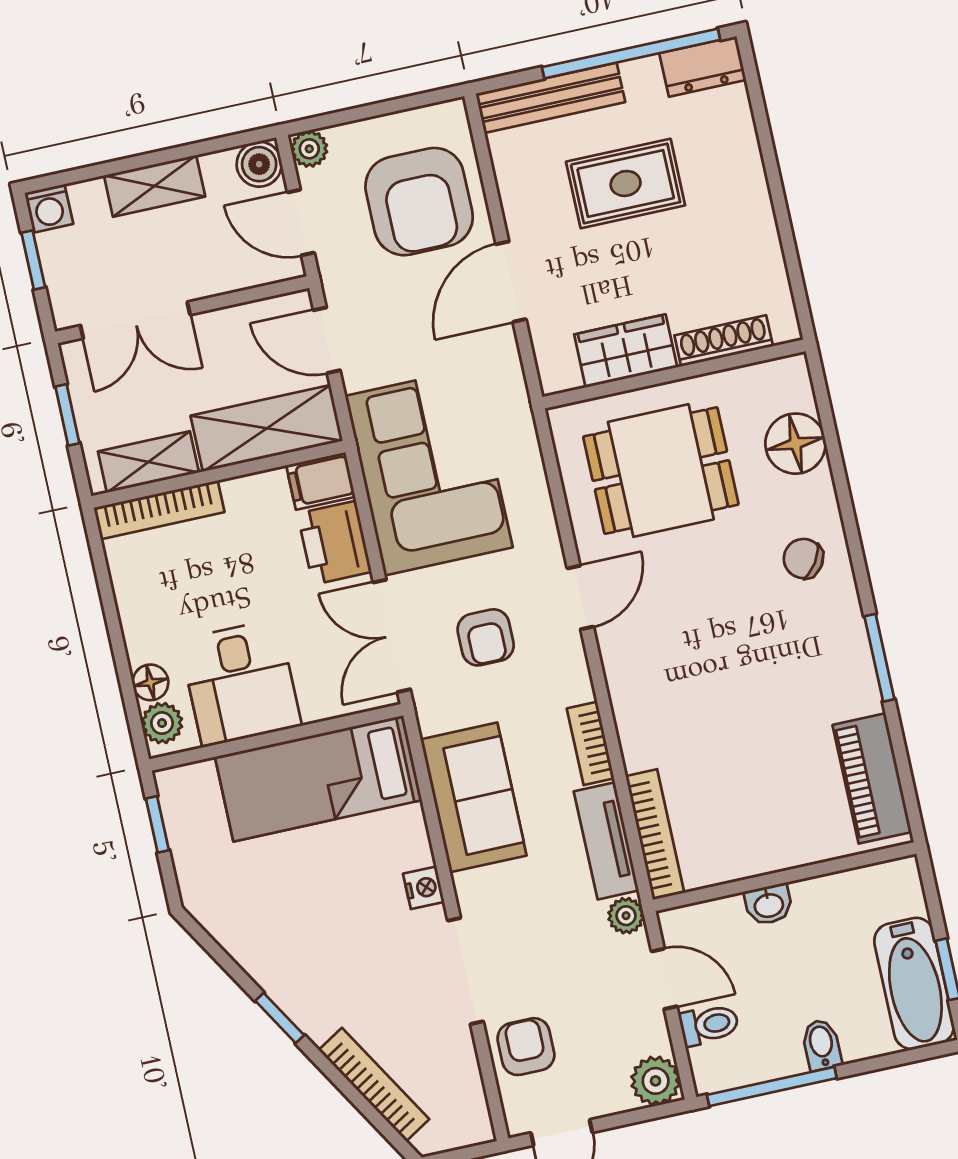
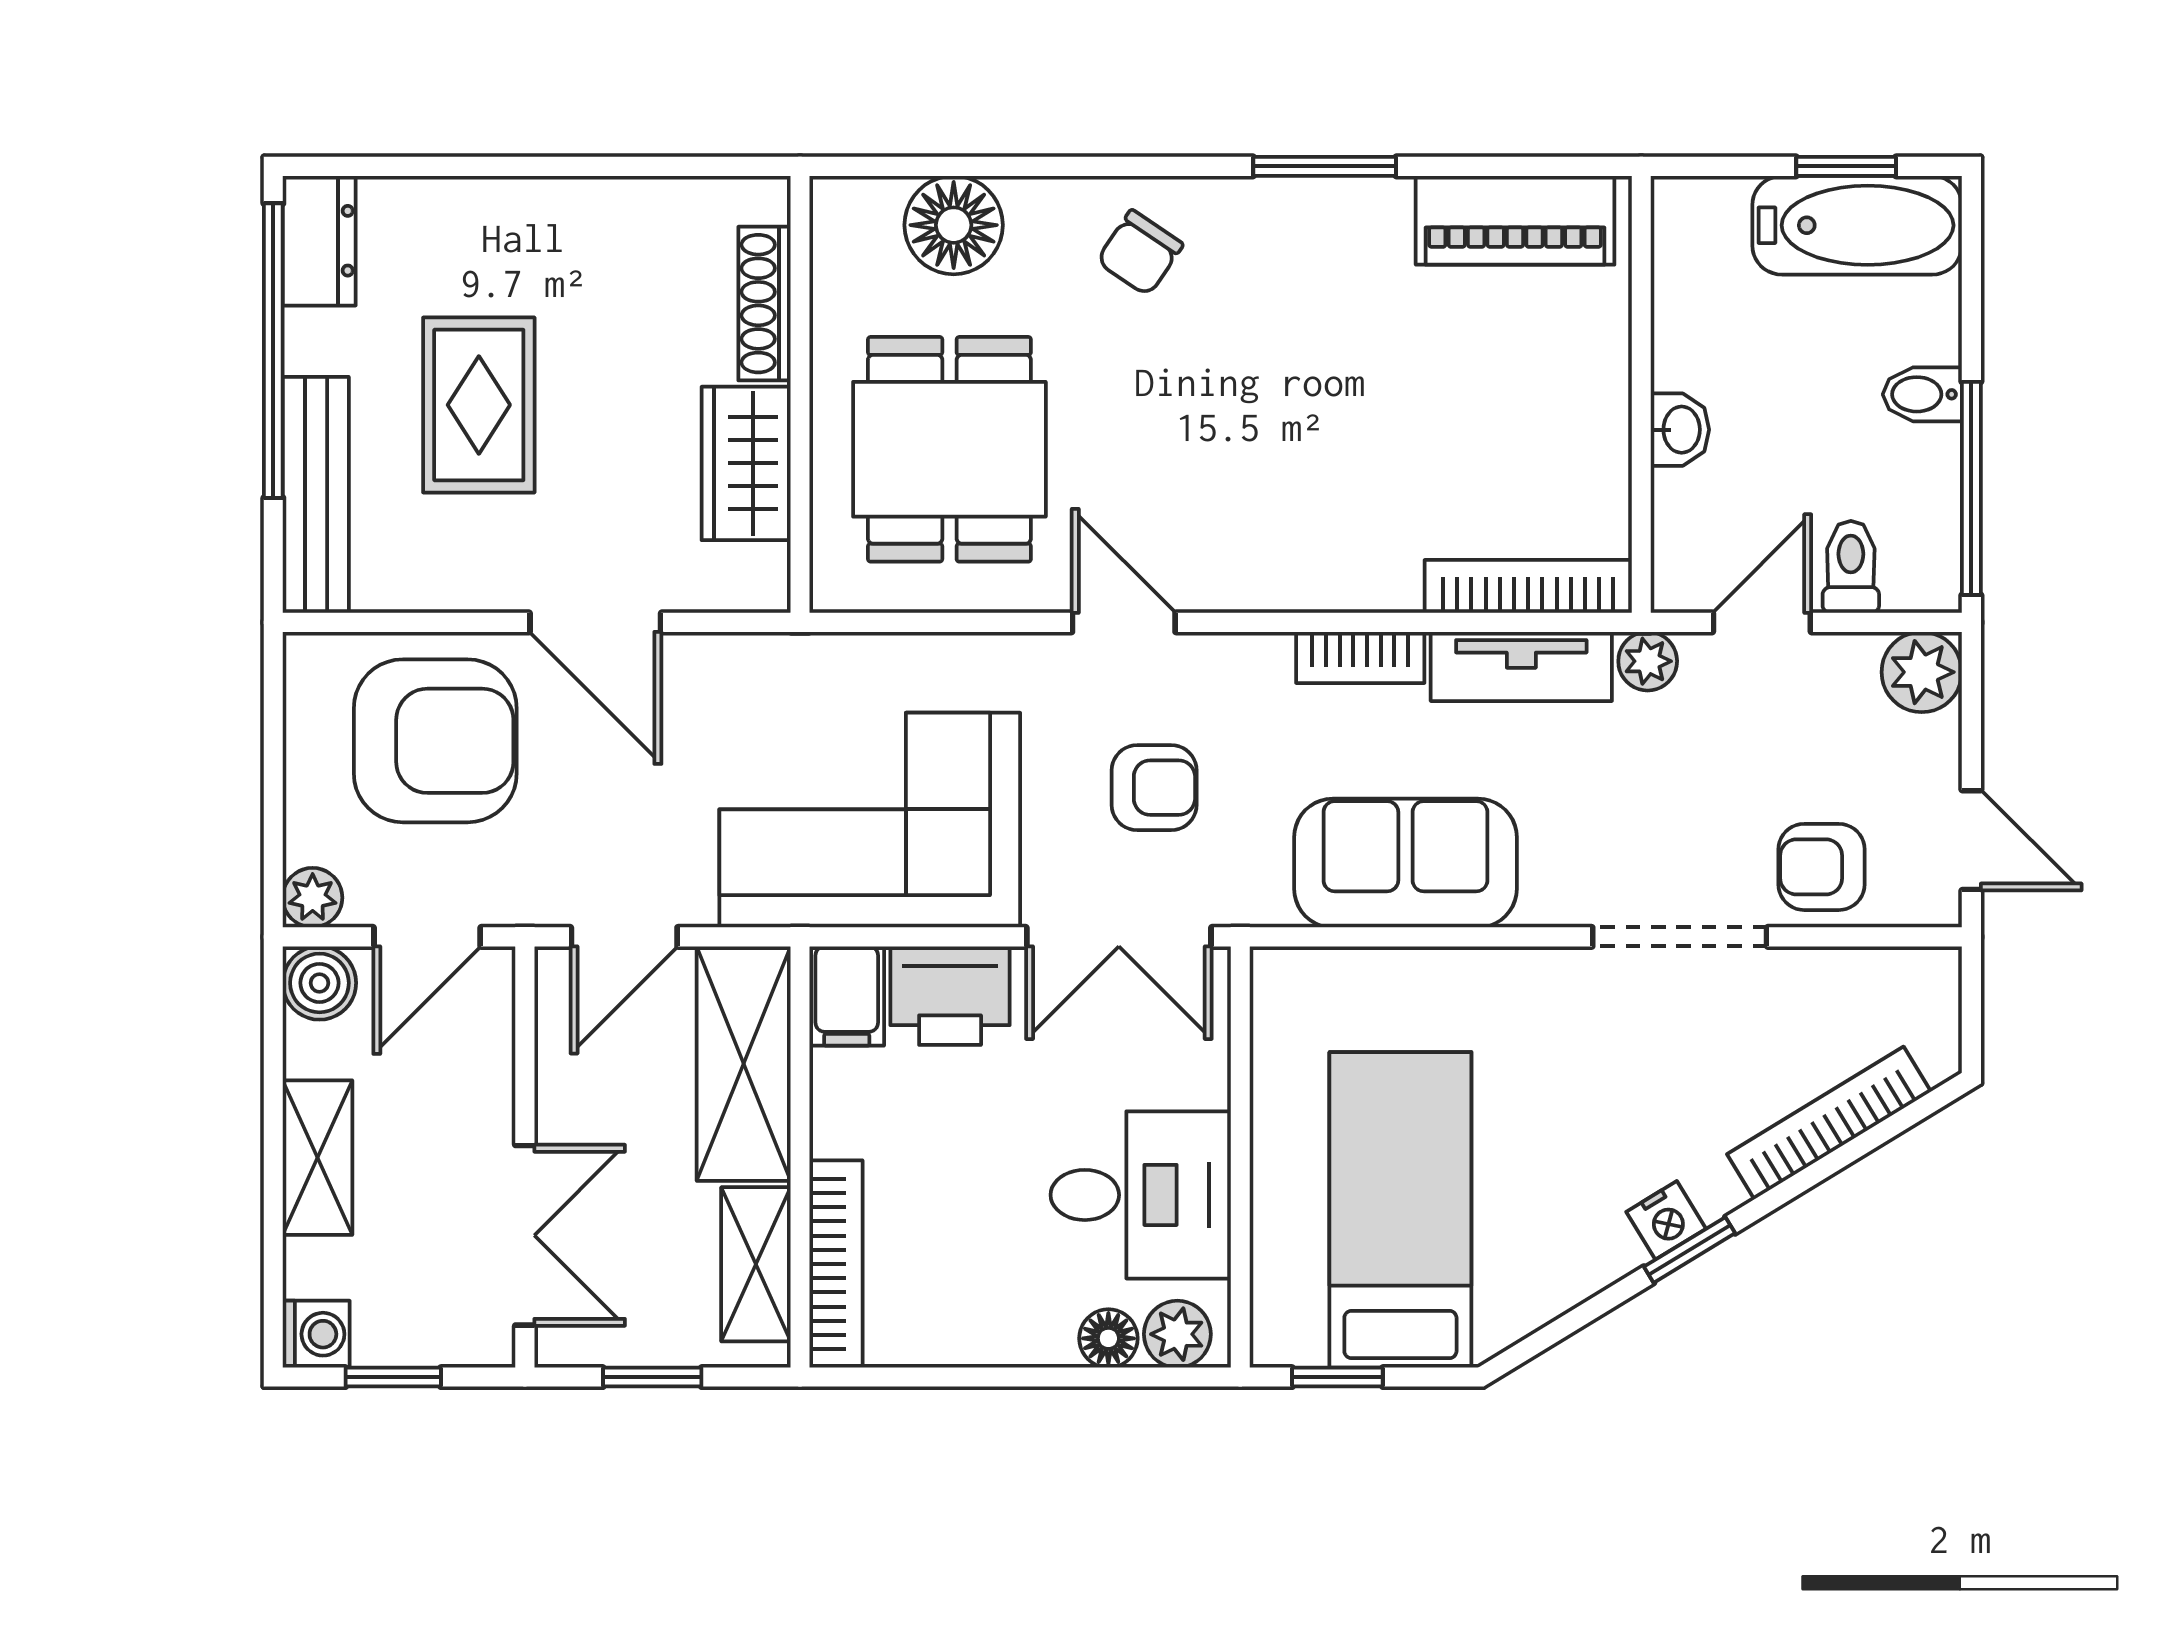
bed: (318, 778) -> (1400, 1210), moved, turned 180
nightstand: (424, 888) -> (1666, 1220), moved, turned 149

